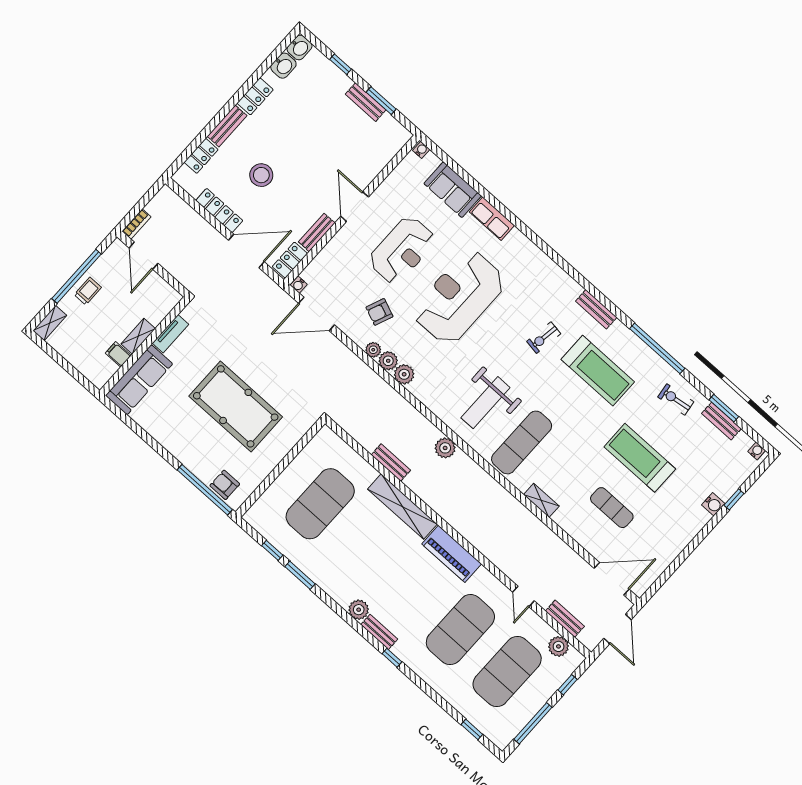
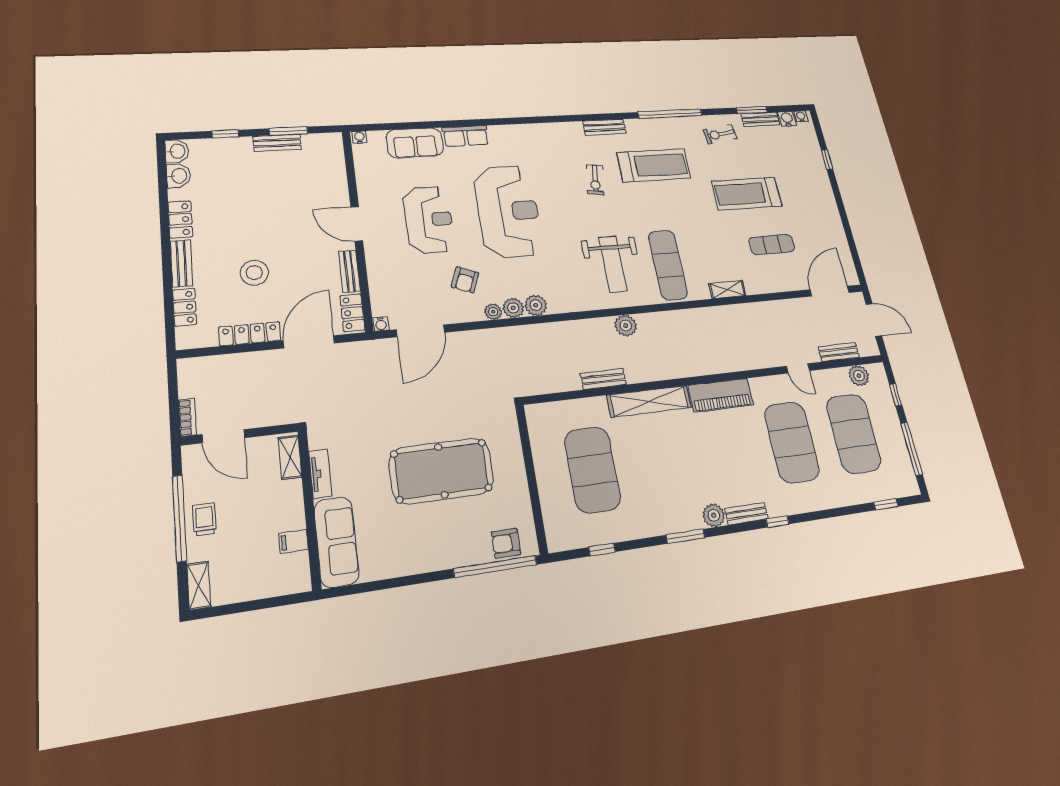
reception desk: (459, 297) -> (508, 211), turned 180
shelving: (138, 336) -> (290, 457), moved
water cooler: (713, 504) -> (787, 119), moved, turned -90
window: (300, 575) -> (685, 536), moved

